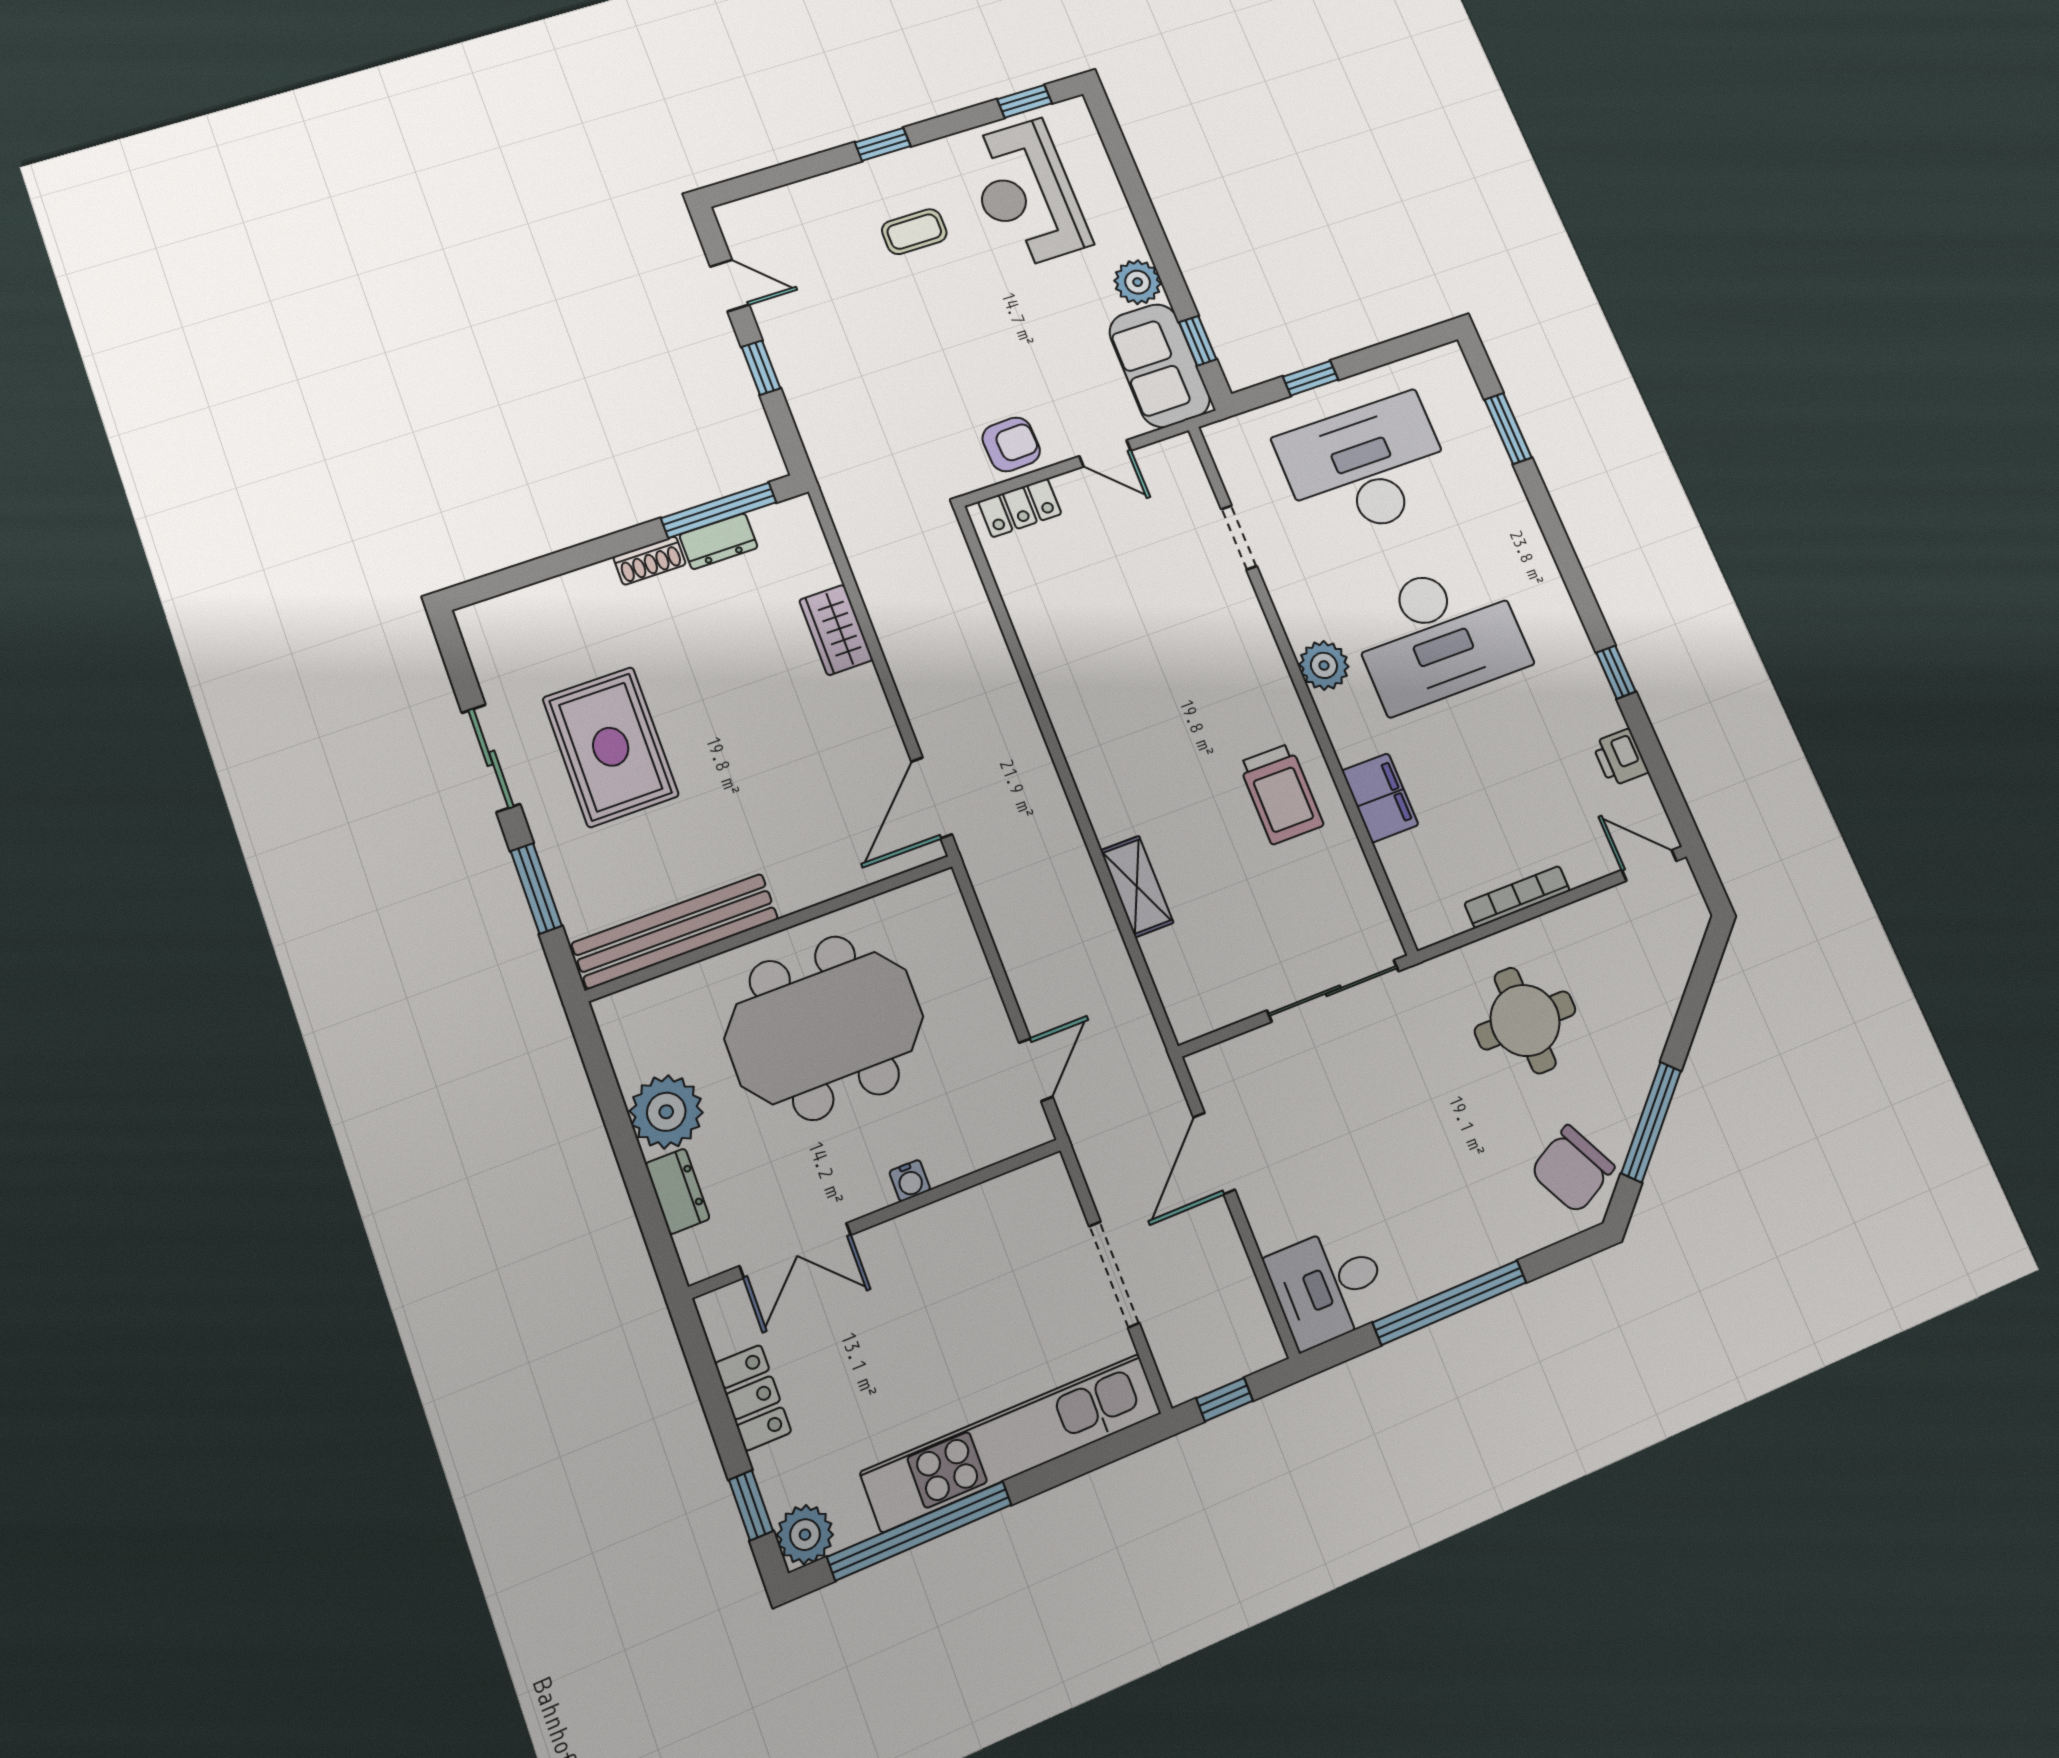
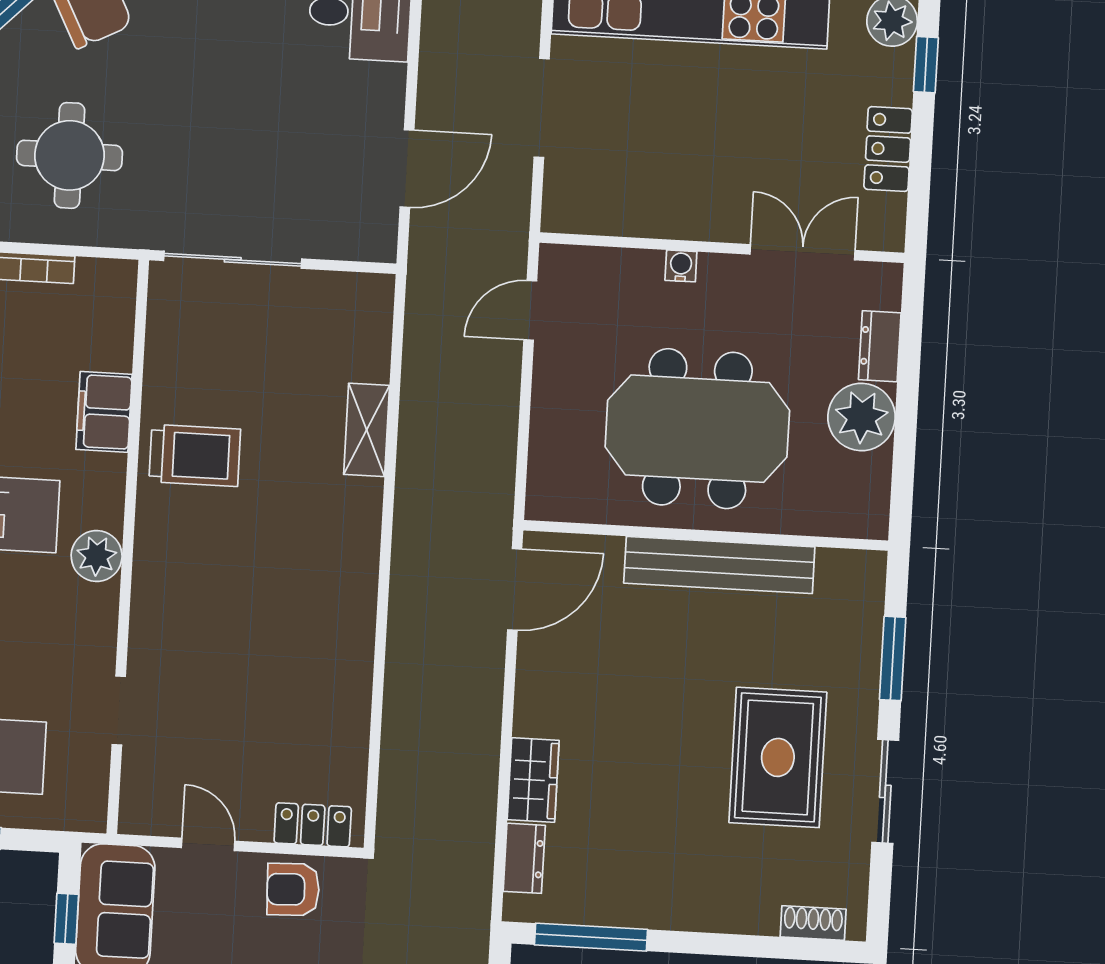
dresser: (719, 541) -> (524, 858), moved, turned 90
shoe rack: (650, 561) -> (813, 923), moved
trolley: (1281, 794) -> (195, 455), turned 90
bench: (675, 931) -> (719, 565), moved

